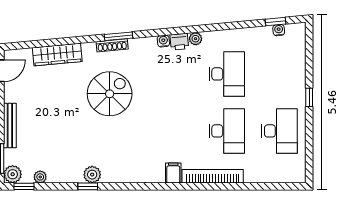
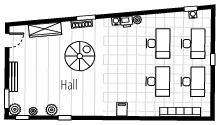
desk: (279, 74) -> (193, 44), added
plant: (92, 175) -> (52, 110), moved
bookcase: (213, 176) -> (180, 112), moved

